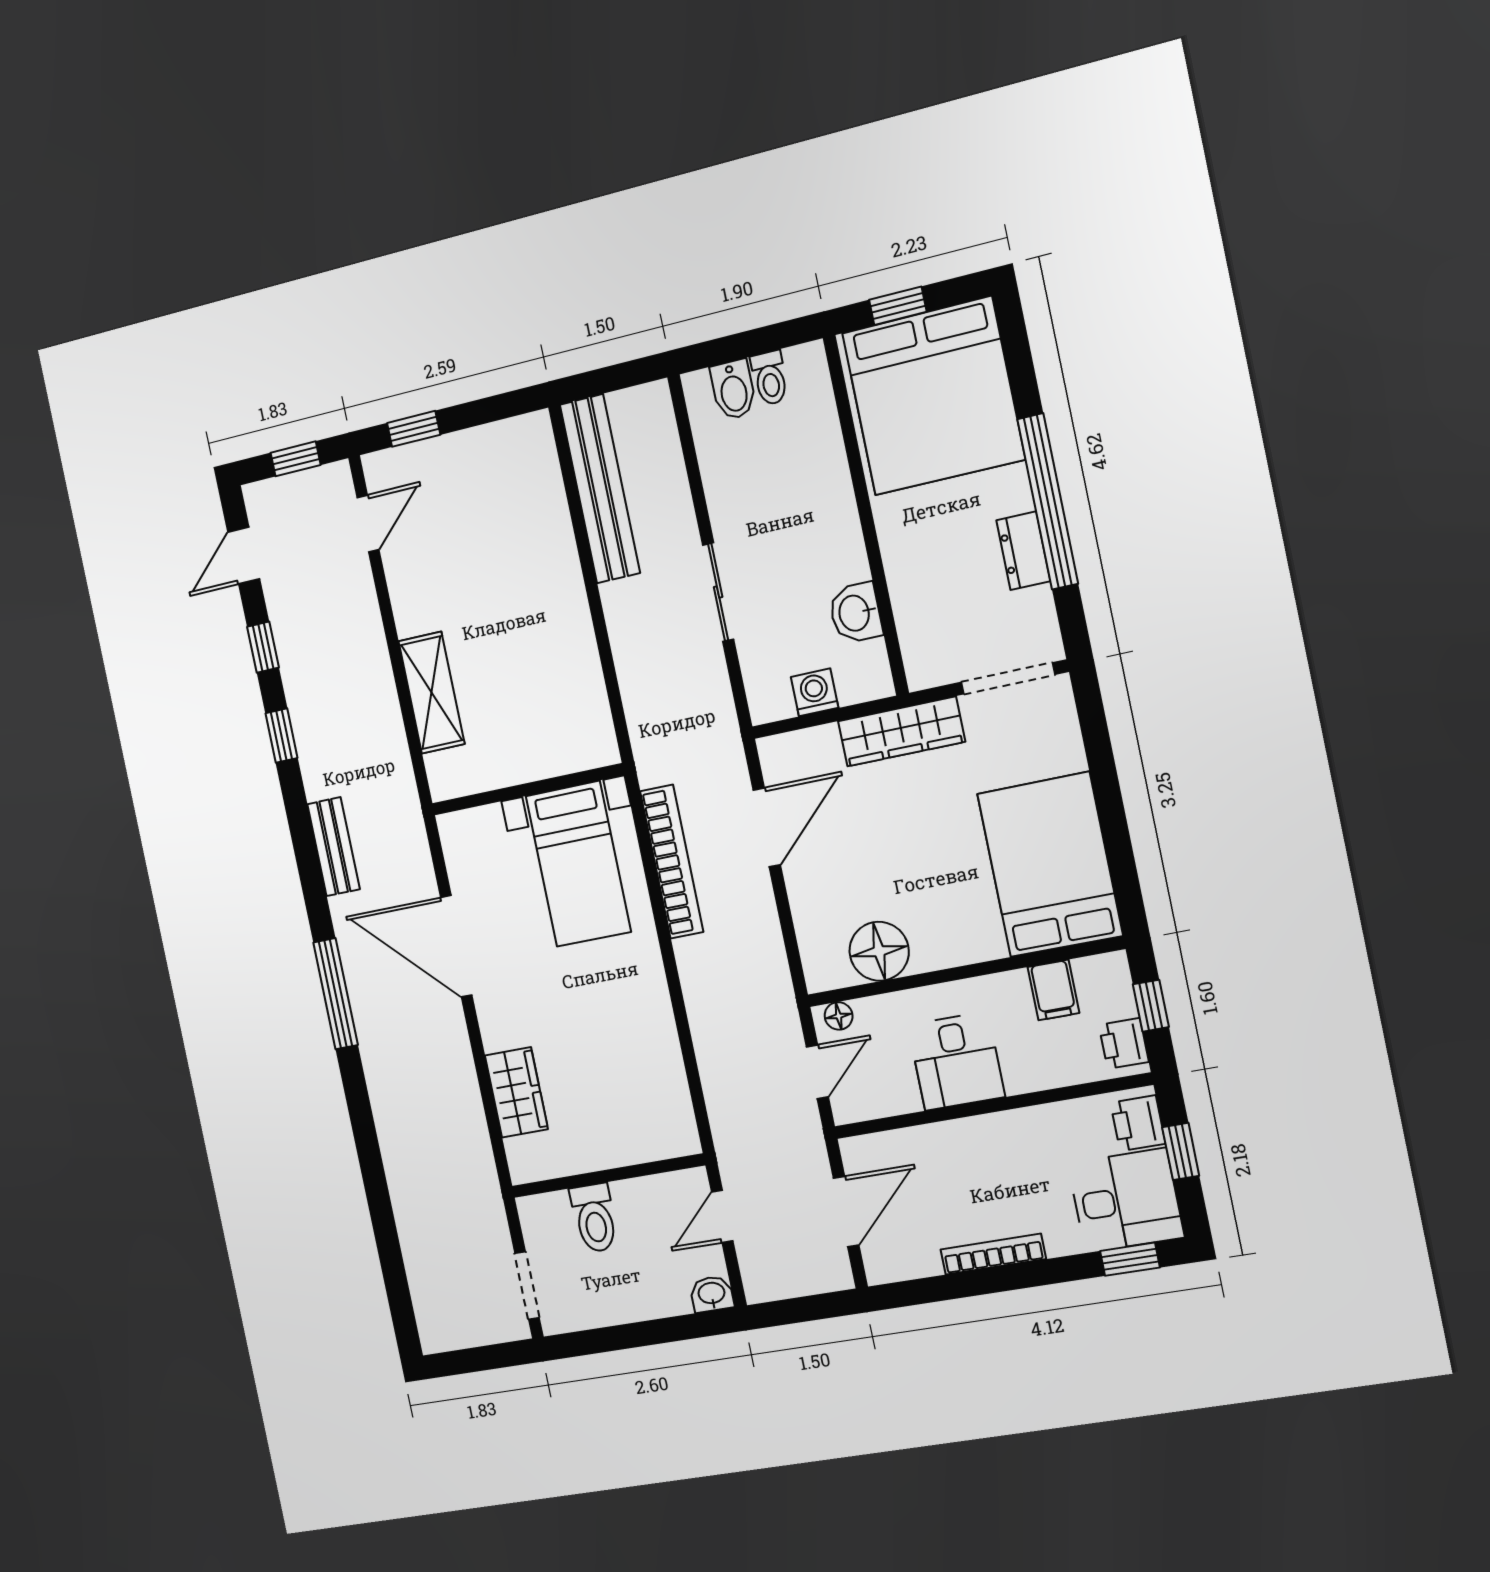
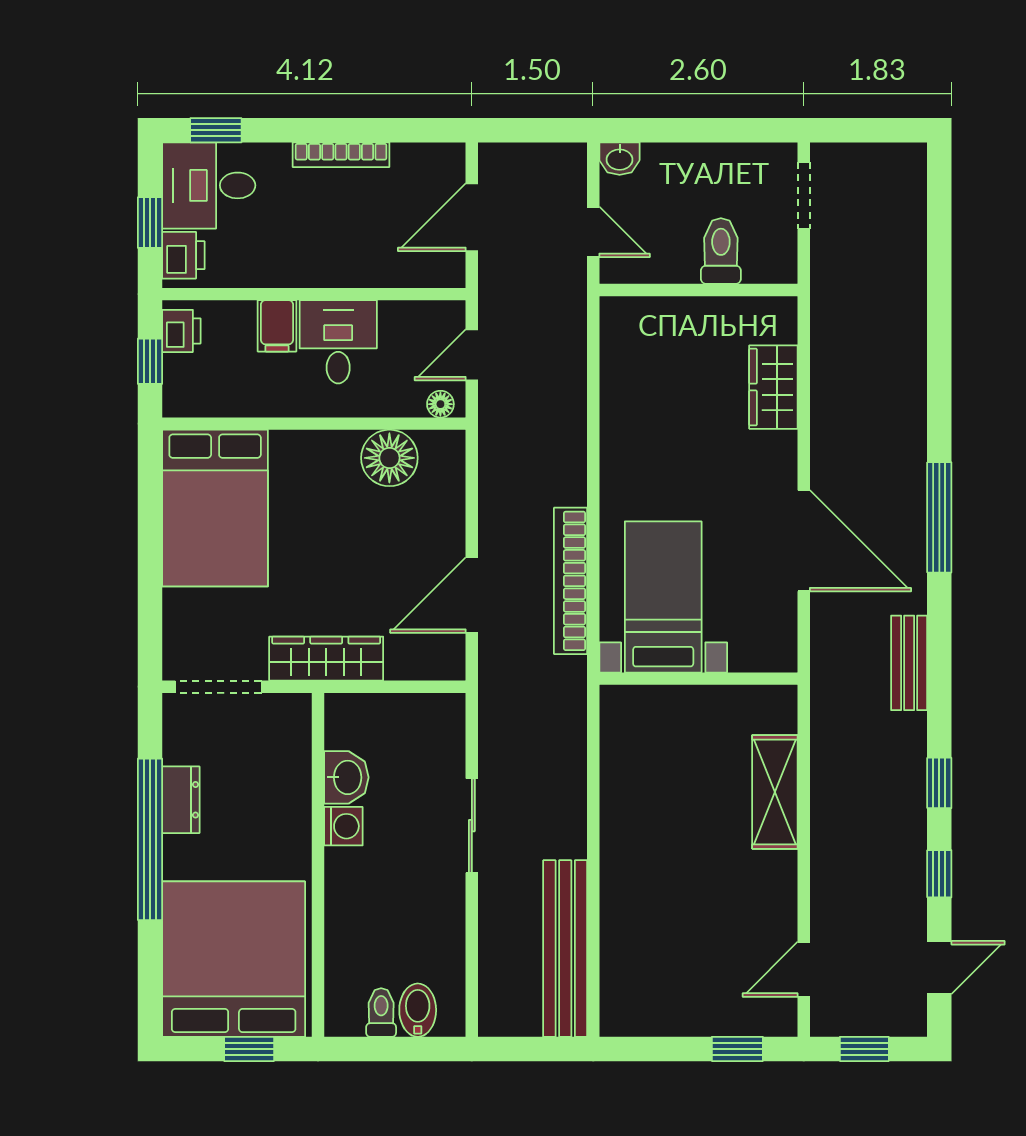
washing machine: (815, 692) -> (343, 826), moved, turned -90
filing cabinet: (1054, 990) -> (277, 326), moved, turned 180
door: (722, 1217) -> (593, 232), hinge flipped

